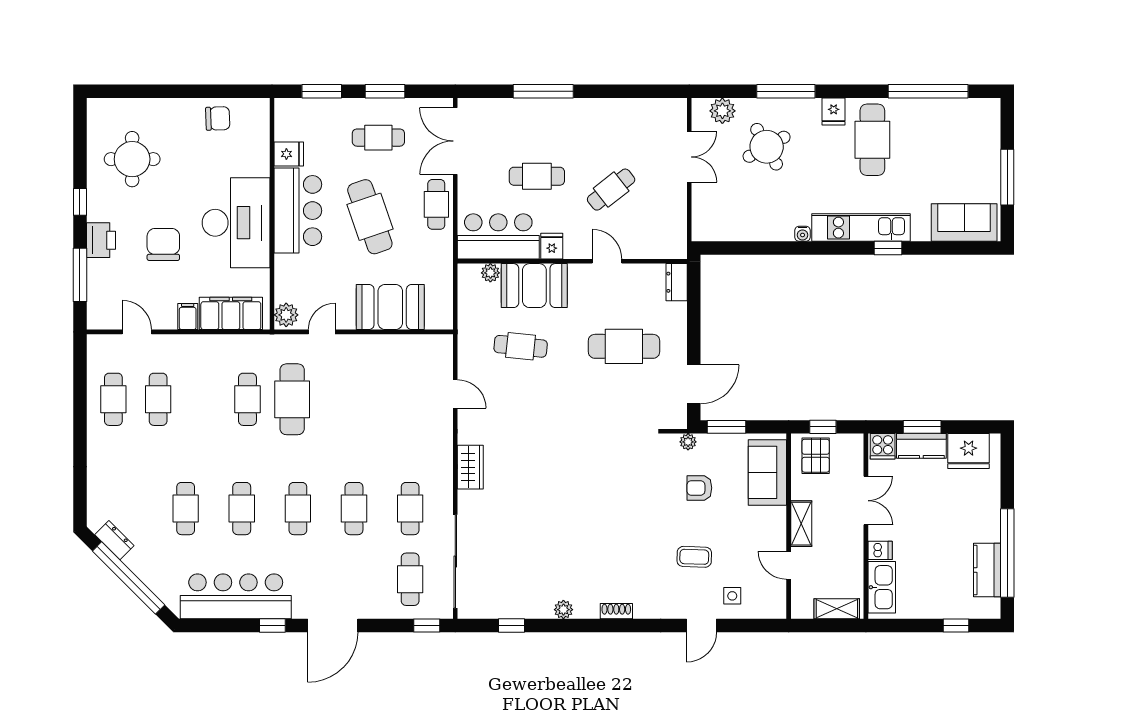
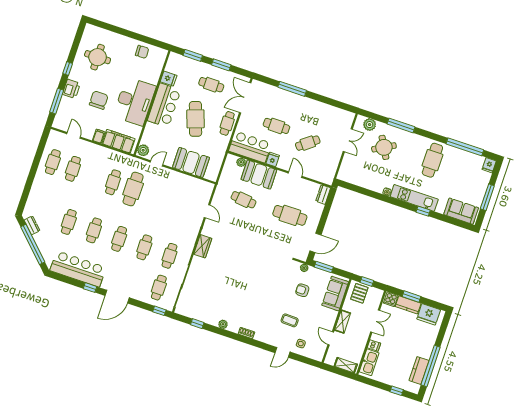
fridge: (834, 112) -> (489, 165), moved

